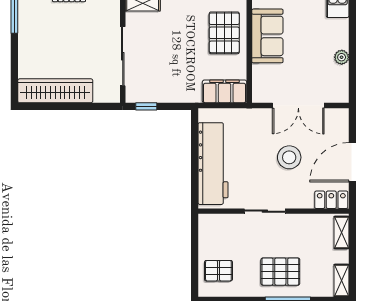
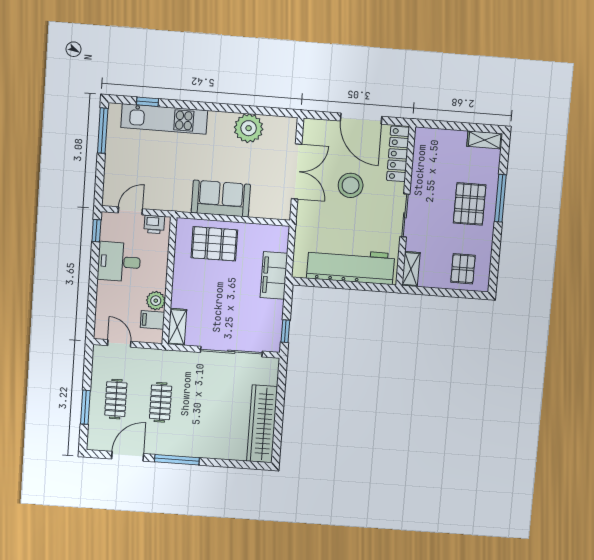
plant: (342, 57) -> (249, 128), width x1.87, depth x1.87
filing cabinet: (225, 91) -> (274, 275), moved
locker: (331, 200) -> (398, 154), width x1.53
shelving: (341, 232) -> (411, 269), moved, turned 90

